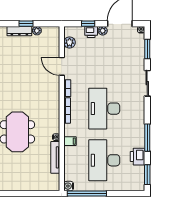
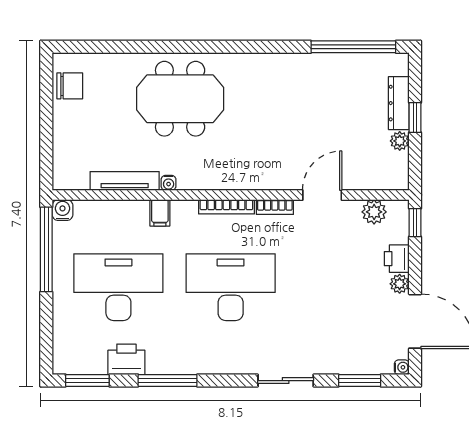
window: (88, 24) -> (415, 223), moved
chair: (11, 183) -> (70, 86), added

